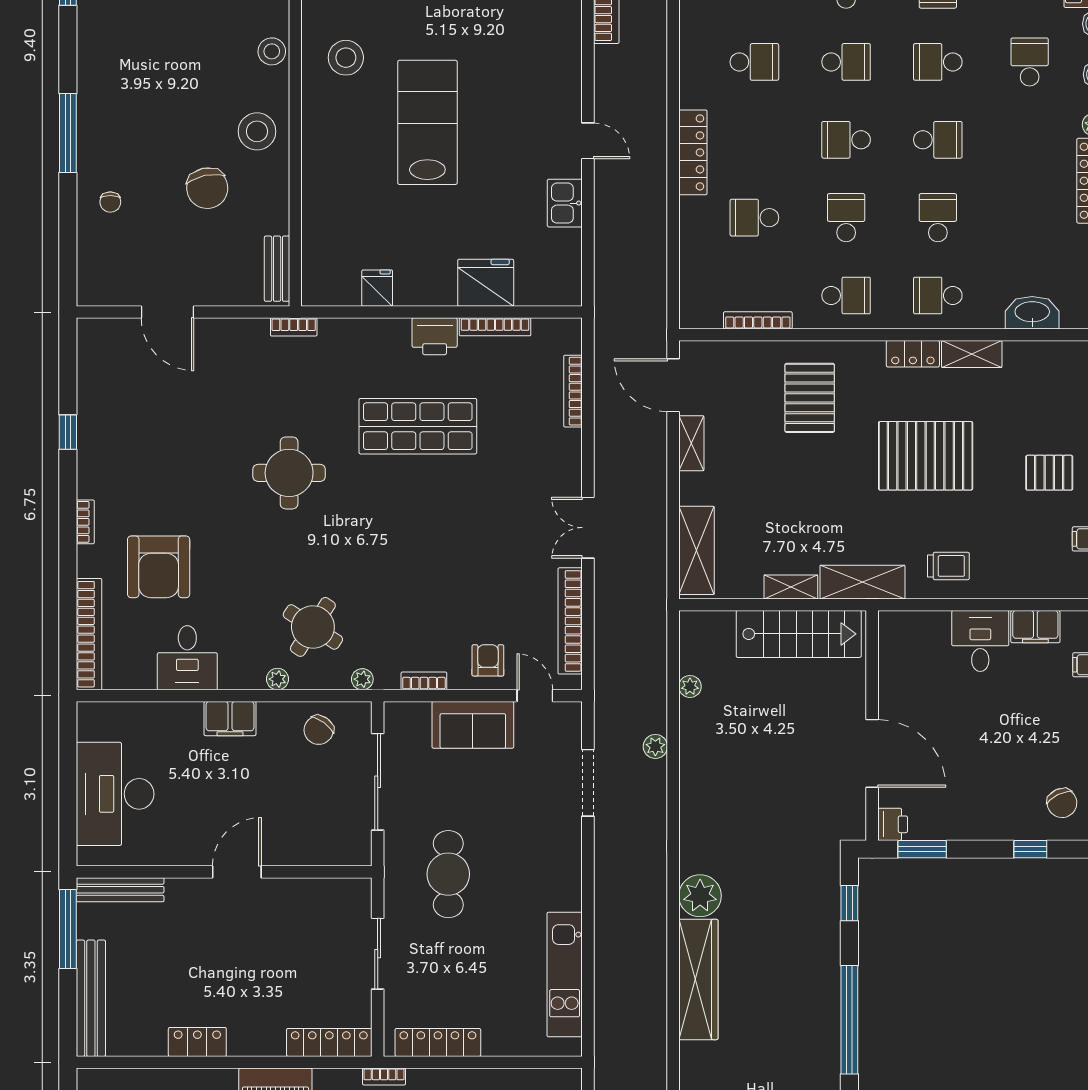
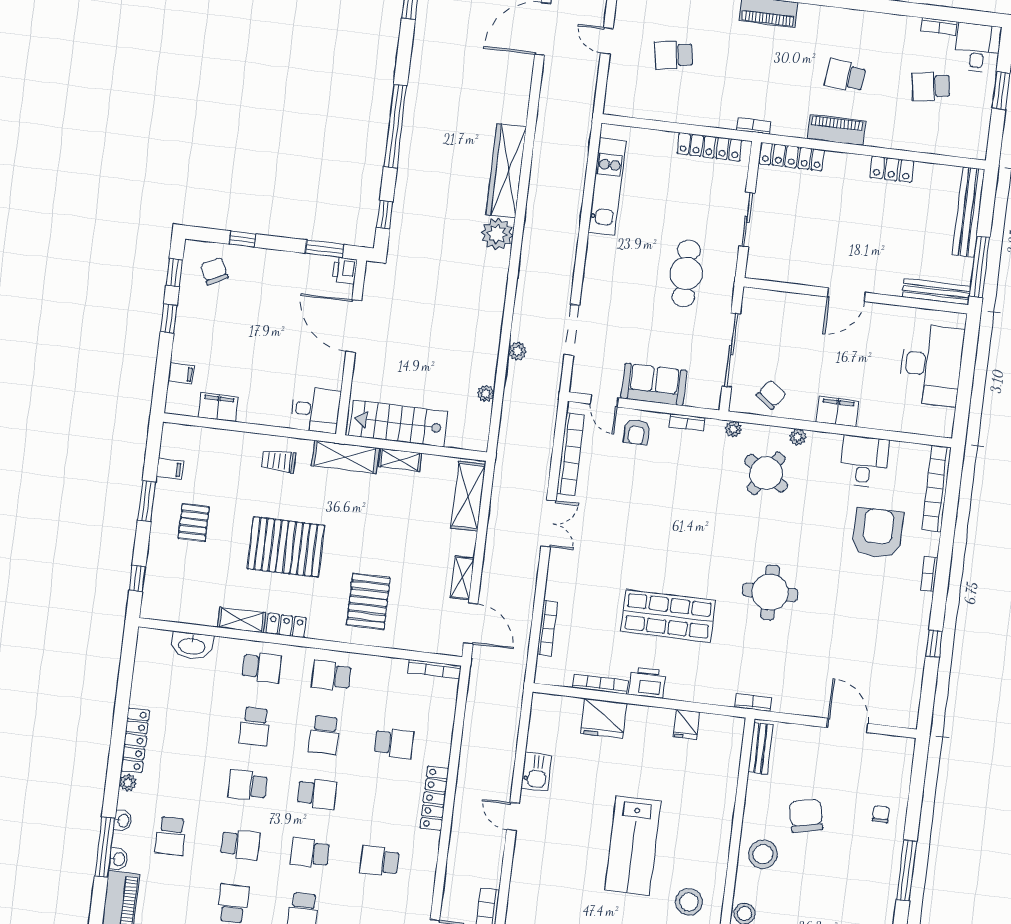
bookcase: (758, 320) -> (435, 669), moved
pallet: (1049, 473) -> (194, 523), turned 90
desk: (980, 641) -> (316, 410), moved, turned -90

